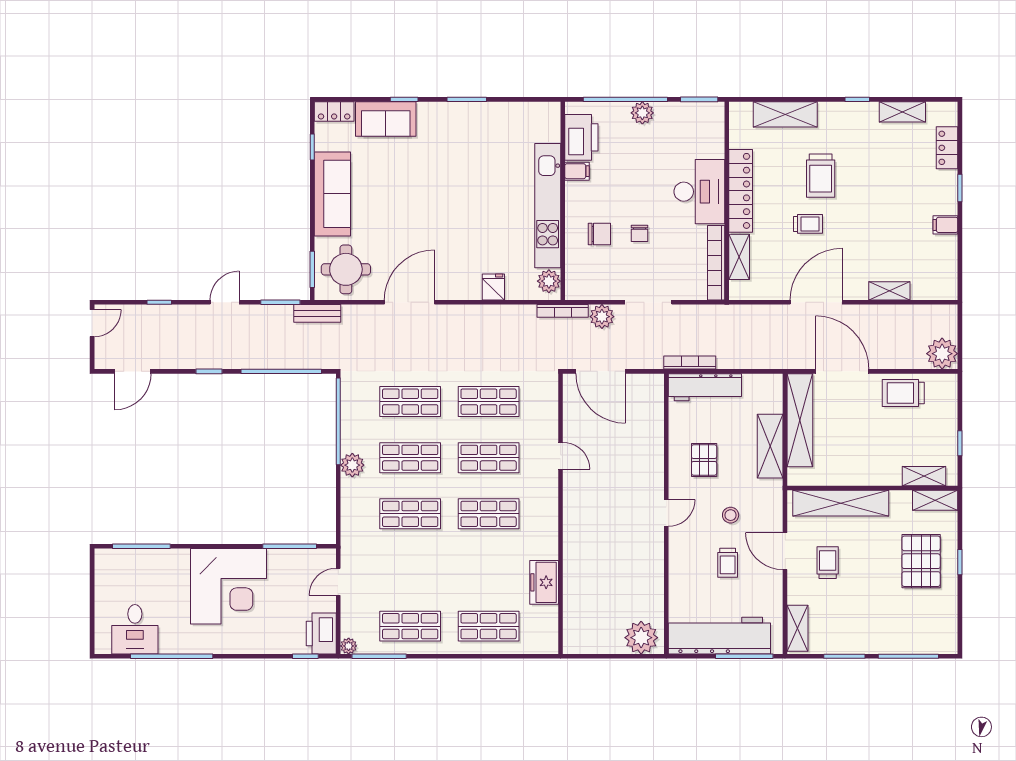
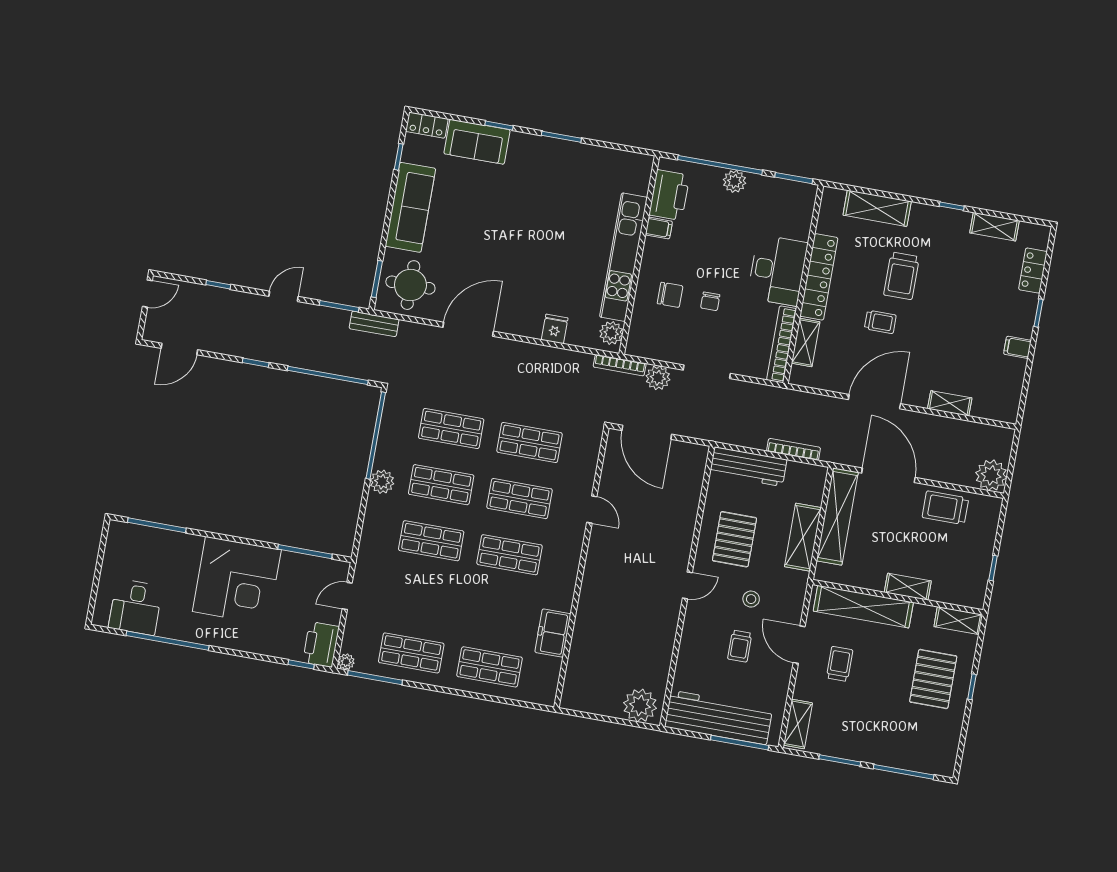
bookcase: (690, 363) -> (794, 449), moved
pallet: (704, 460) -> (734, 539), width x1.50, depth x1.42
shelving: (924, 476) -> (908, 587), moved

